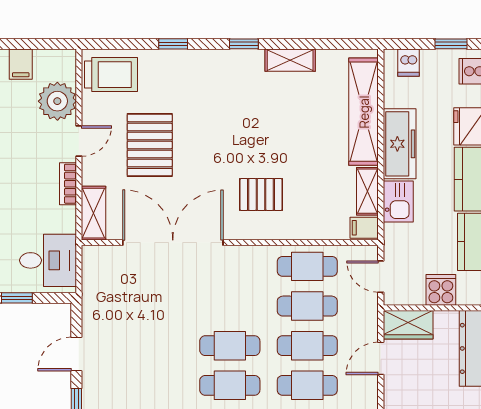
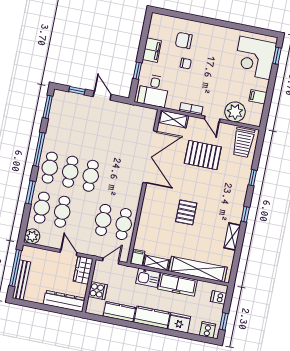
pallet: (261, 195) -> (186, 212), moved
cafe table: (307, 346) -> (83, 216), removed

